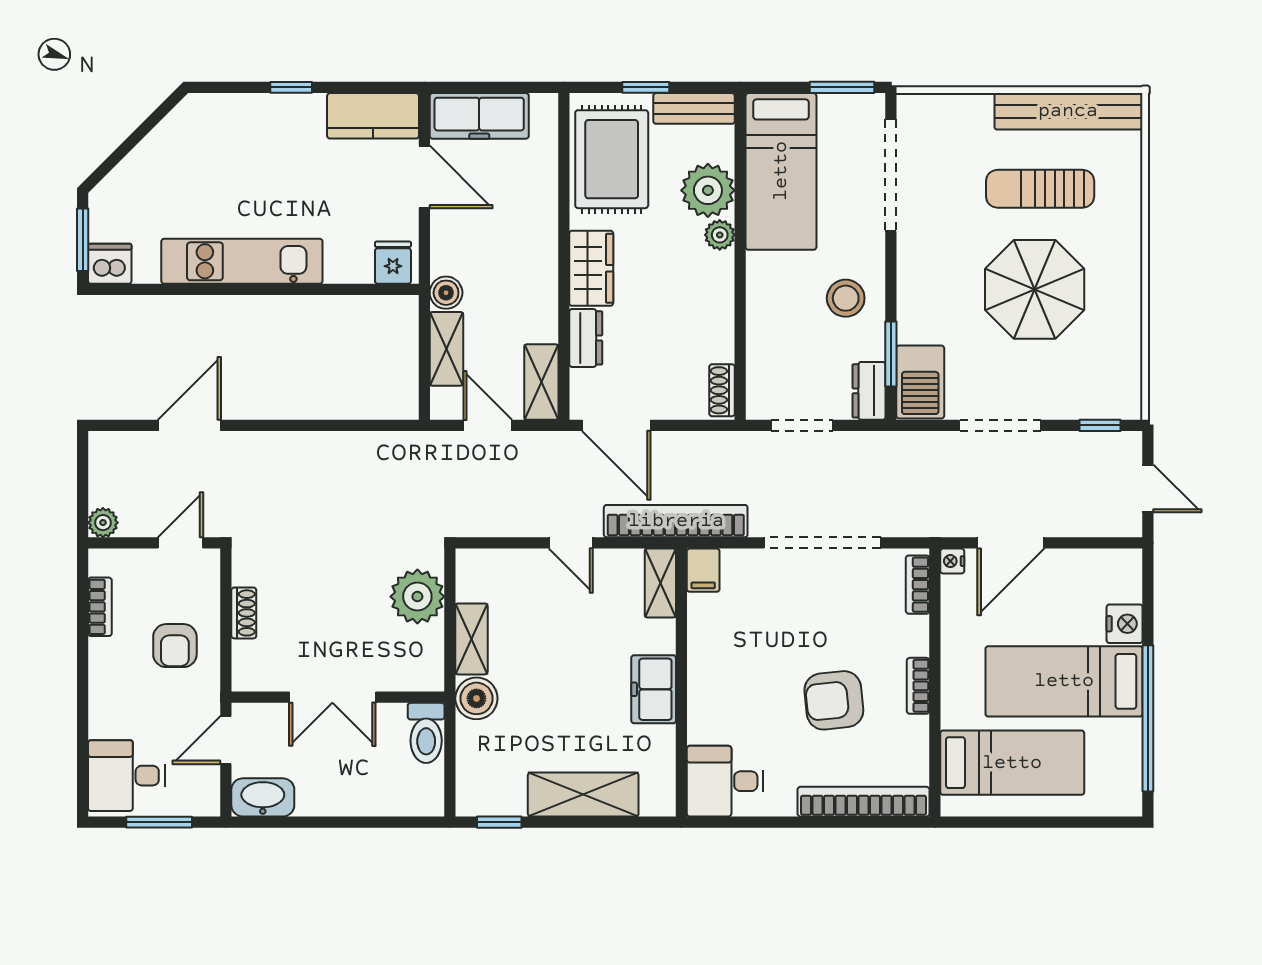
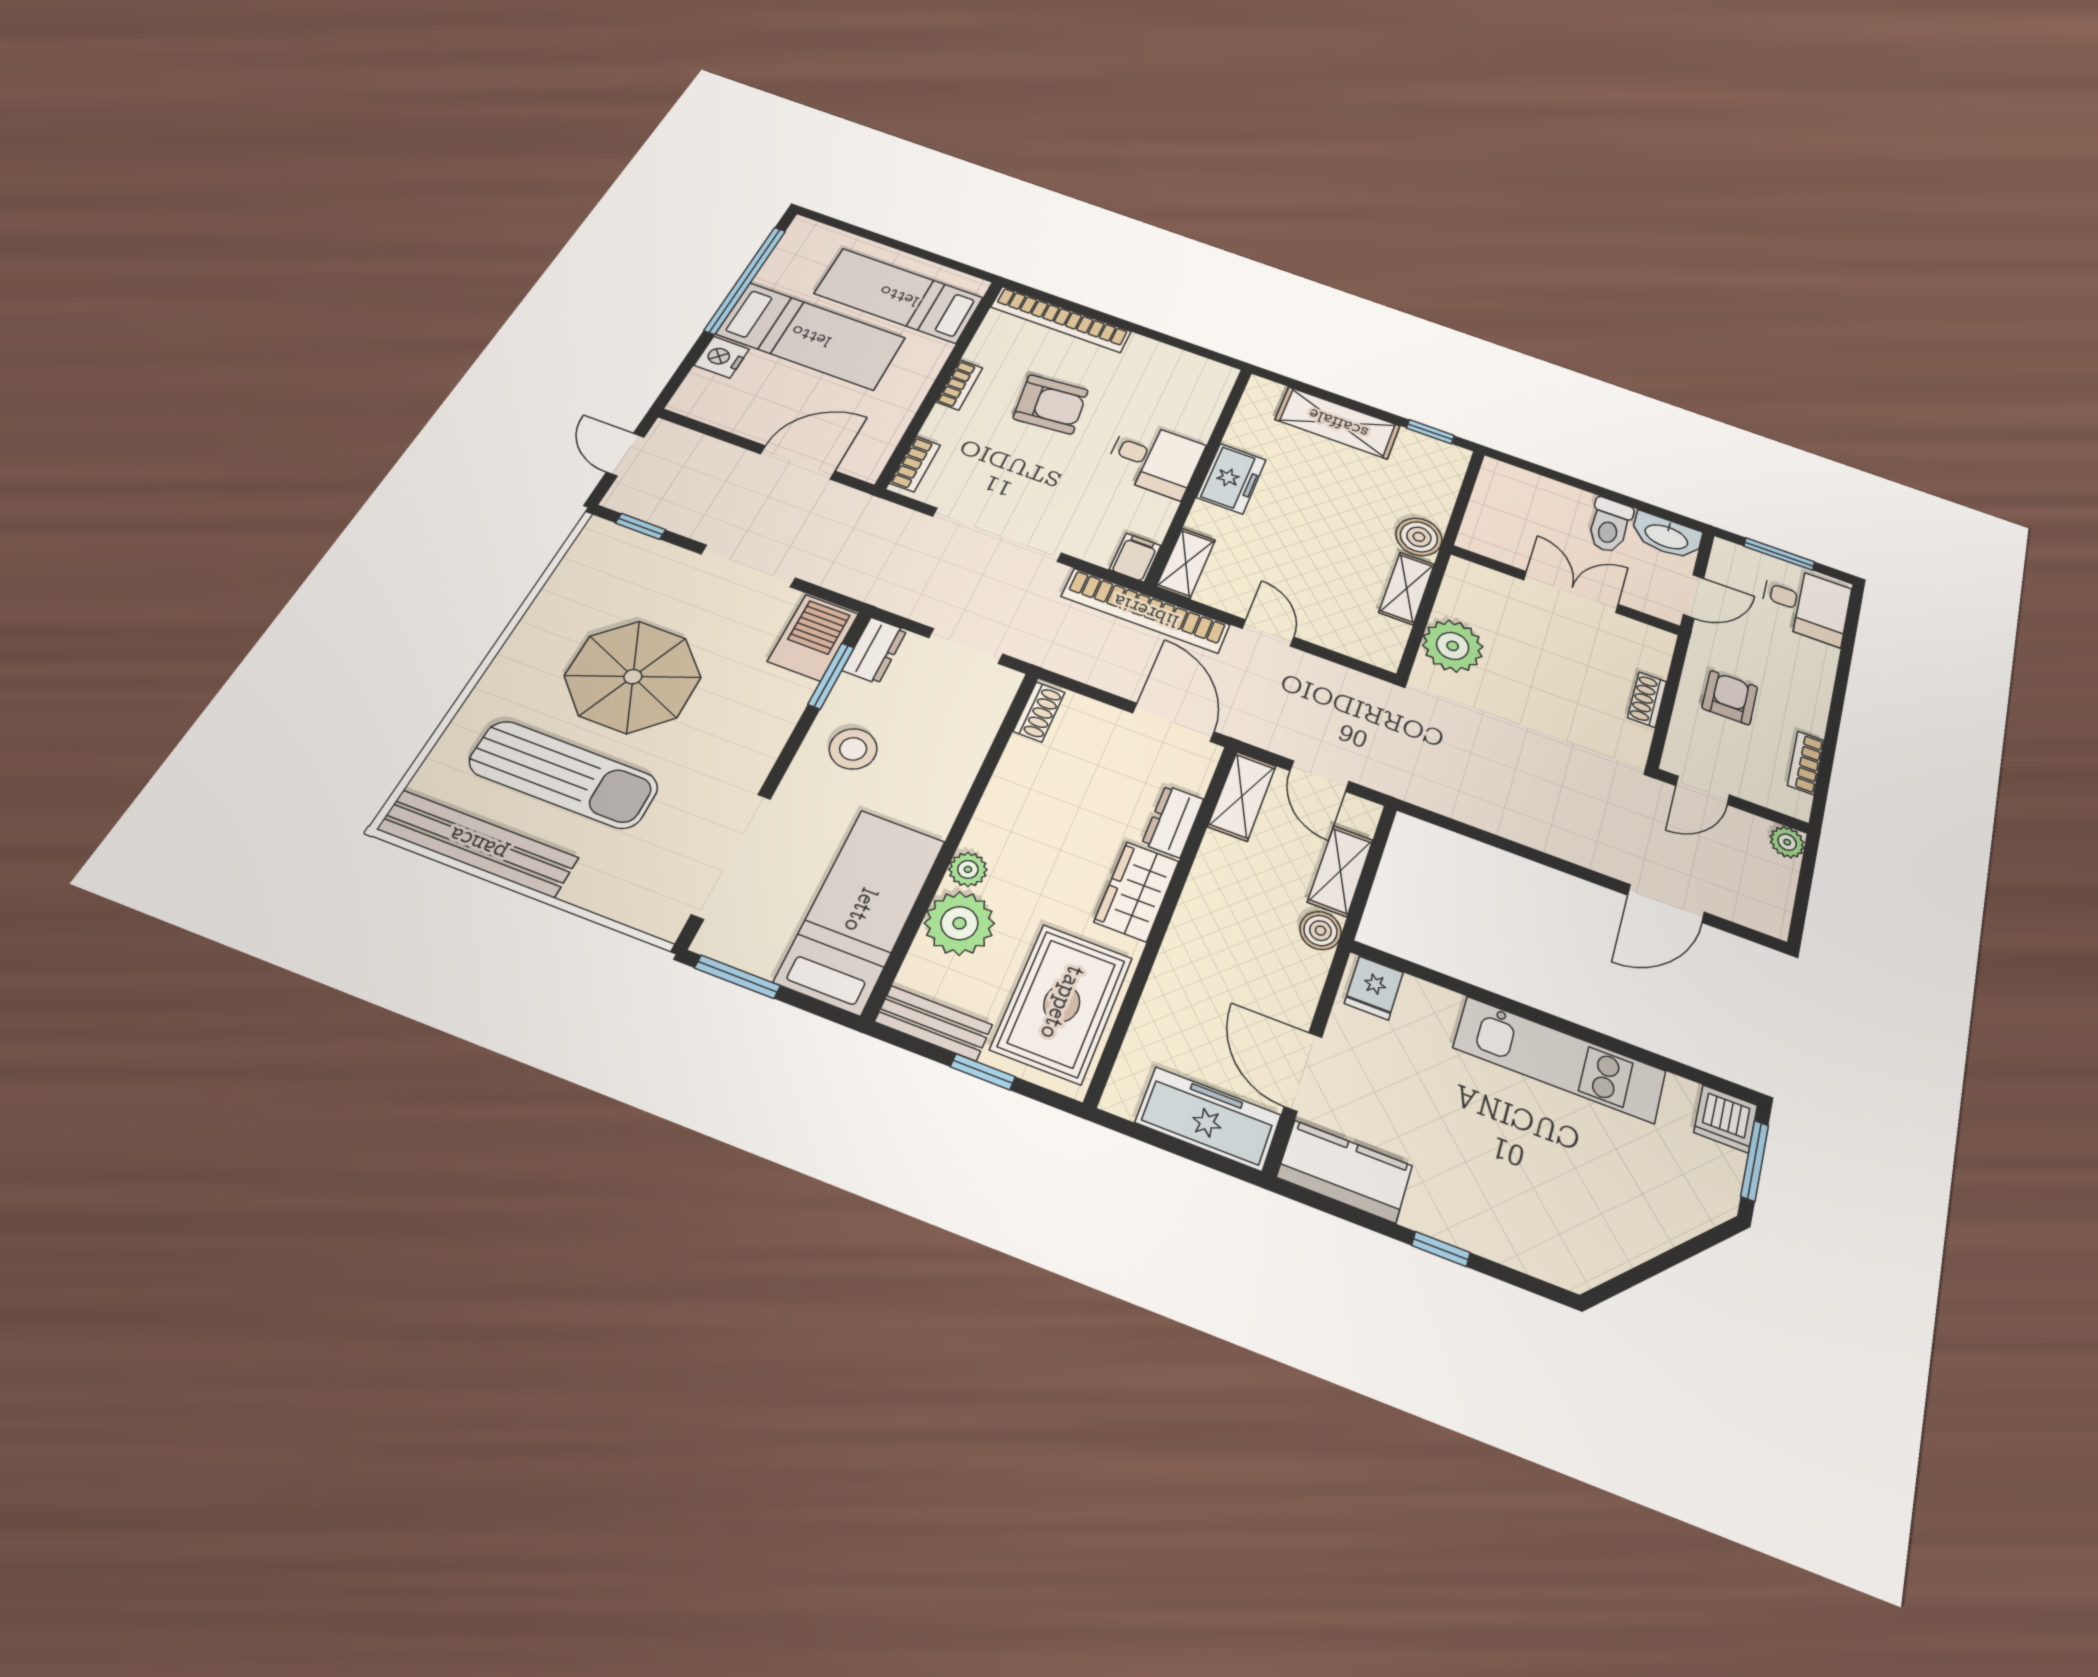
sun lounger: (1040, 189) -> (564, 775), width x1.36, depth x1.34
nightstand: (952, 561) -> (868, 470), removed
toilet: (426, 733) -> (1610, 525), moved, turned 180
desk: (725, 781) -> (1154, 459), moved

